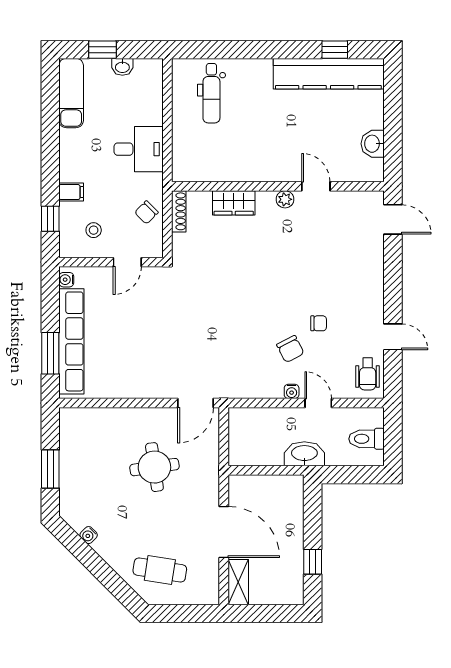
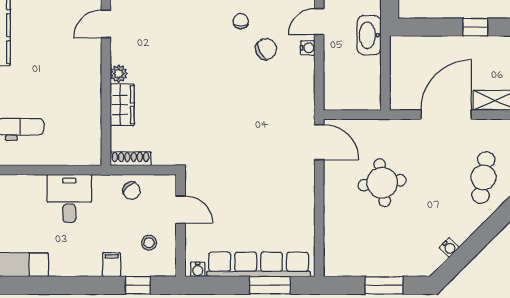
plant: (285, 199) -> (119, 74), moved

